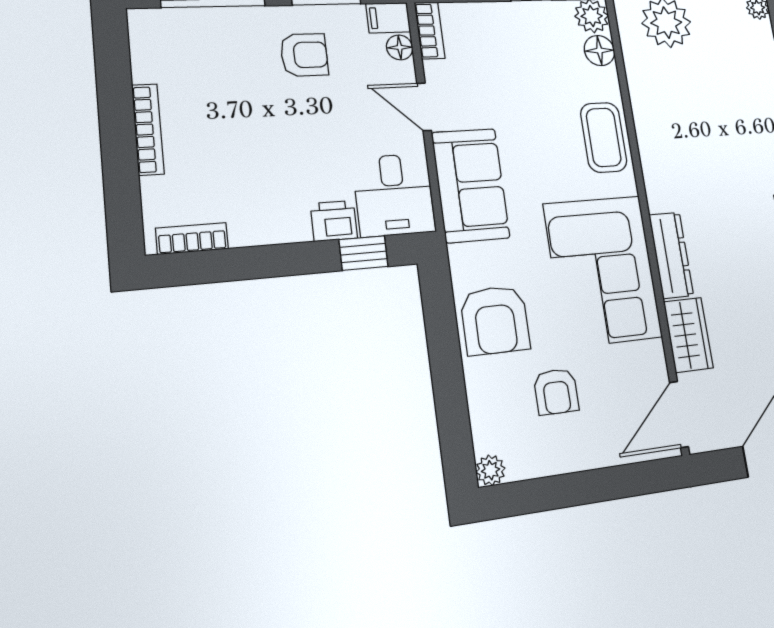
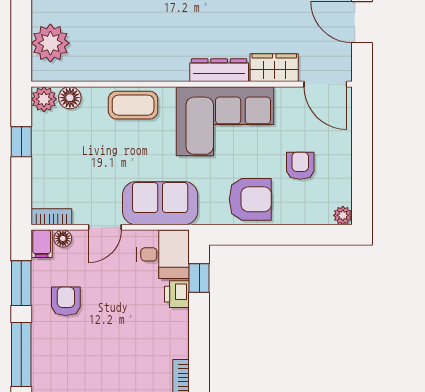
armchair: (556, 392) -> (300, 166), turned -90

